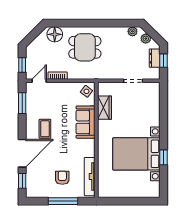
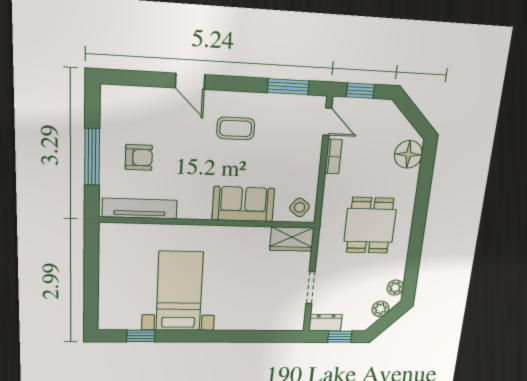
dining table: (85, 47) -> (370, 225), moved
dresser: (155, 58) -> (325, 323), moved
wardrobe: (105, 108) -> (292, 239), moved
door: (22, 153) -> (190, 81), width x0.53
bed with nightstands: (136, 154) -> (179, 291), width x0.73
window: (163, 157) -> (141, 336), moved
window: (22, 181) -> (134, 78), removed

